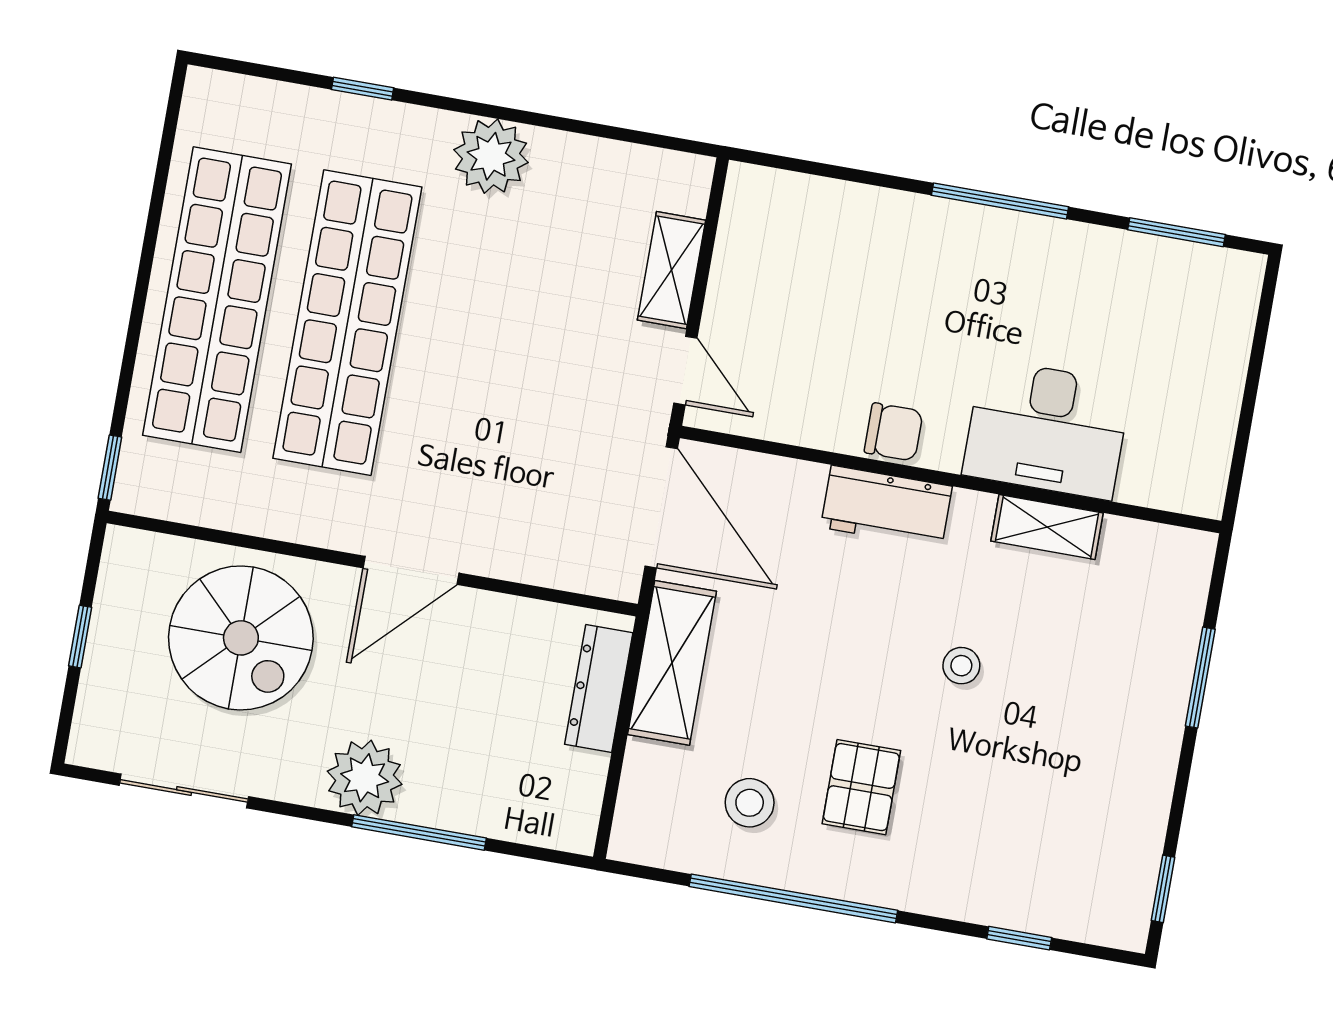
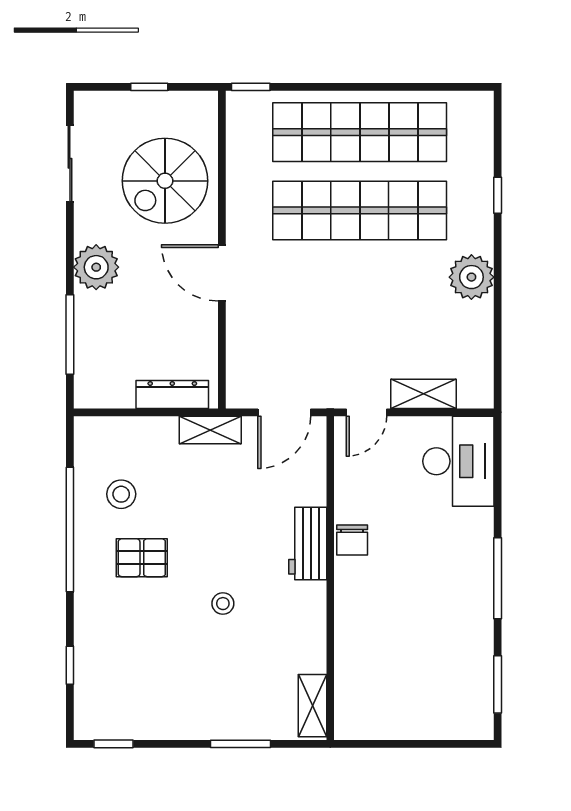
desk: (1047, 429) -> (458, 461), moved, turned 180
door: (661, 507) -> (284, 412), width x0.73
shelving: (1047, 527) -> (312, 706), moved
shelving: (672, 663) -> (210, 430), width x0.67, depth x0.75
window: (419, 832) -> (70, 335), moved

